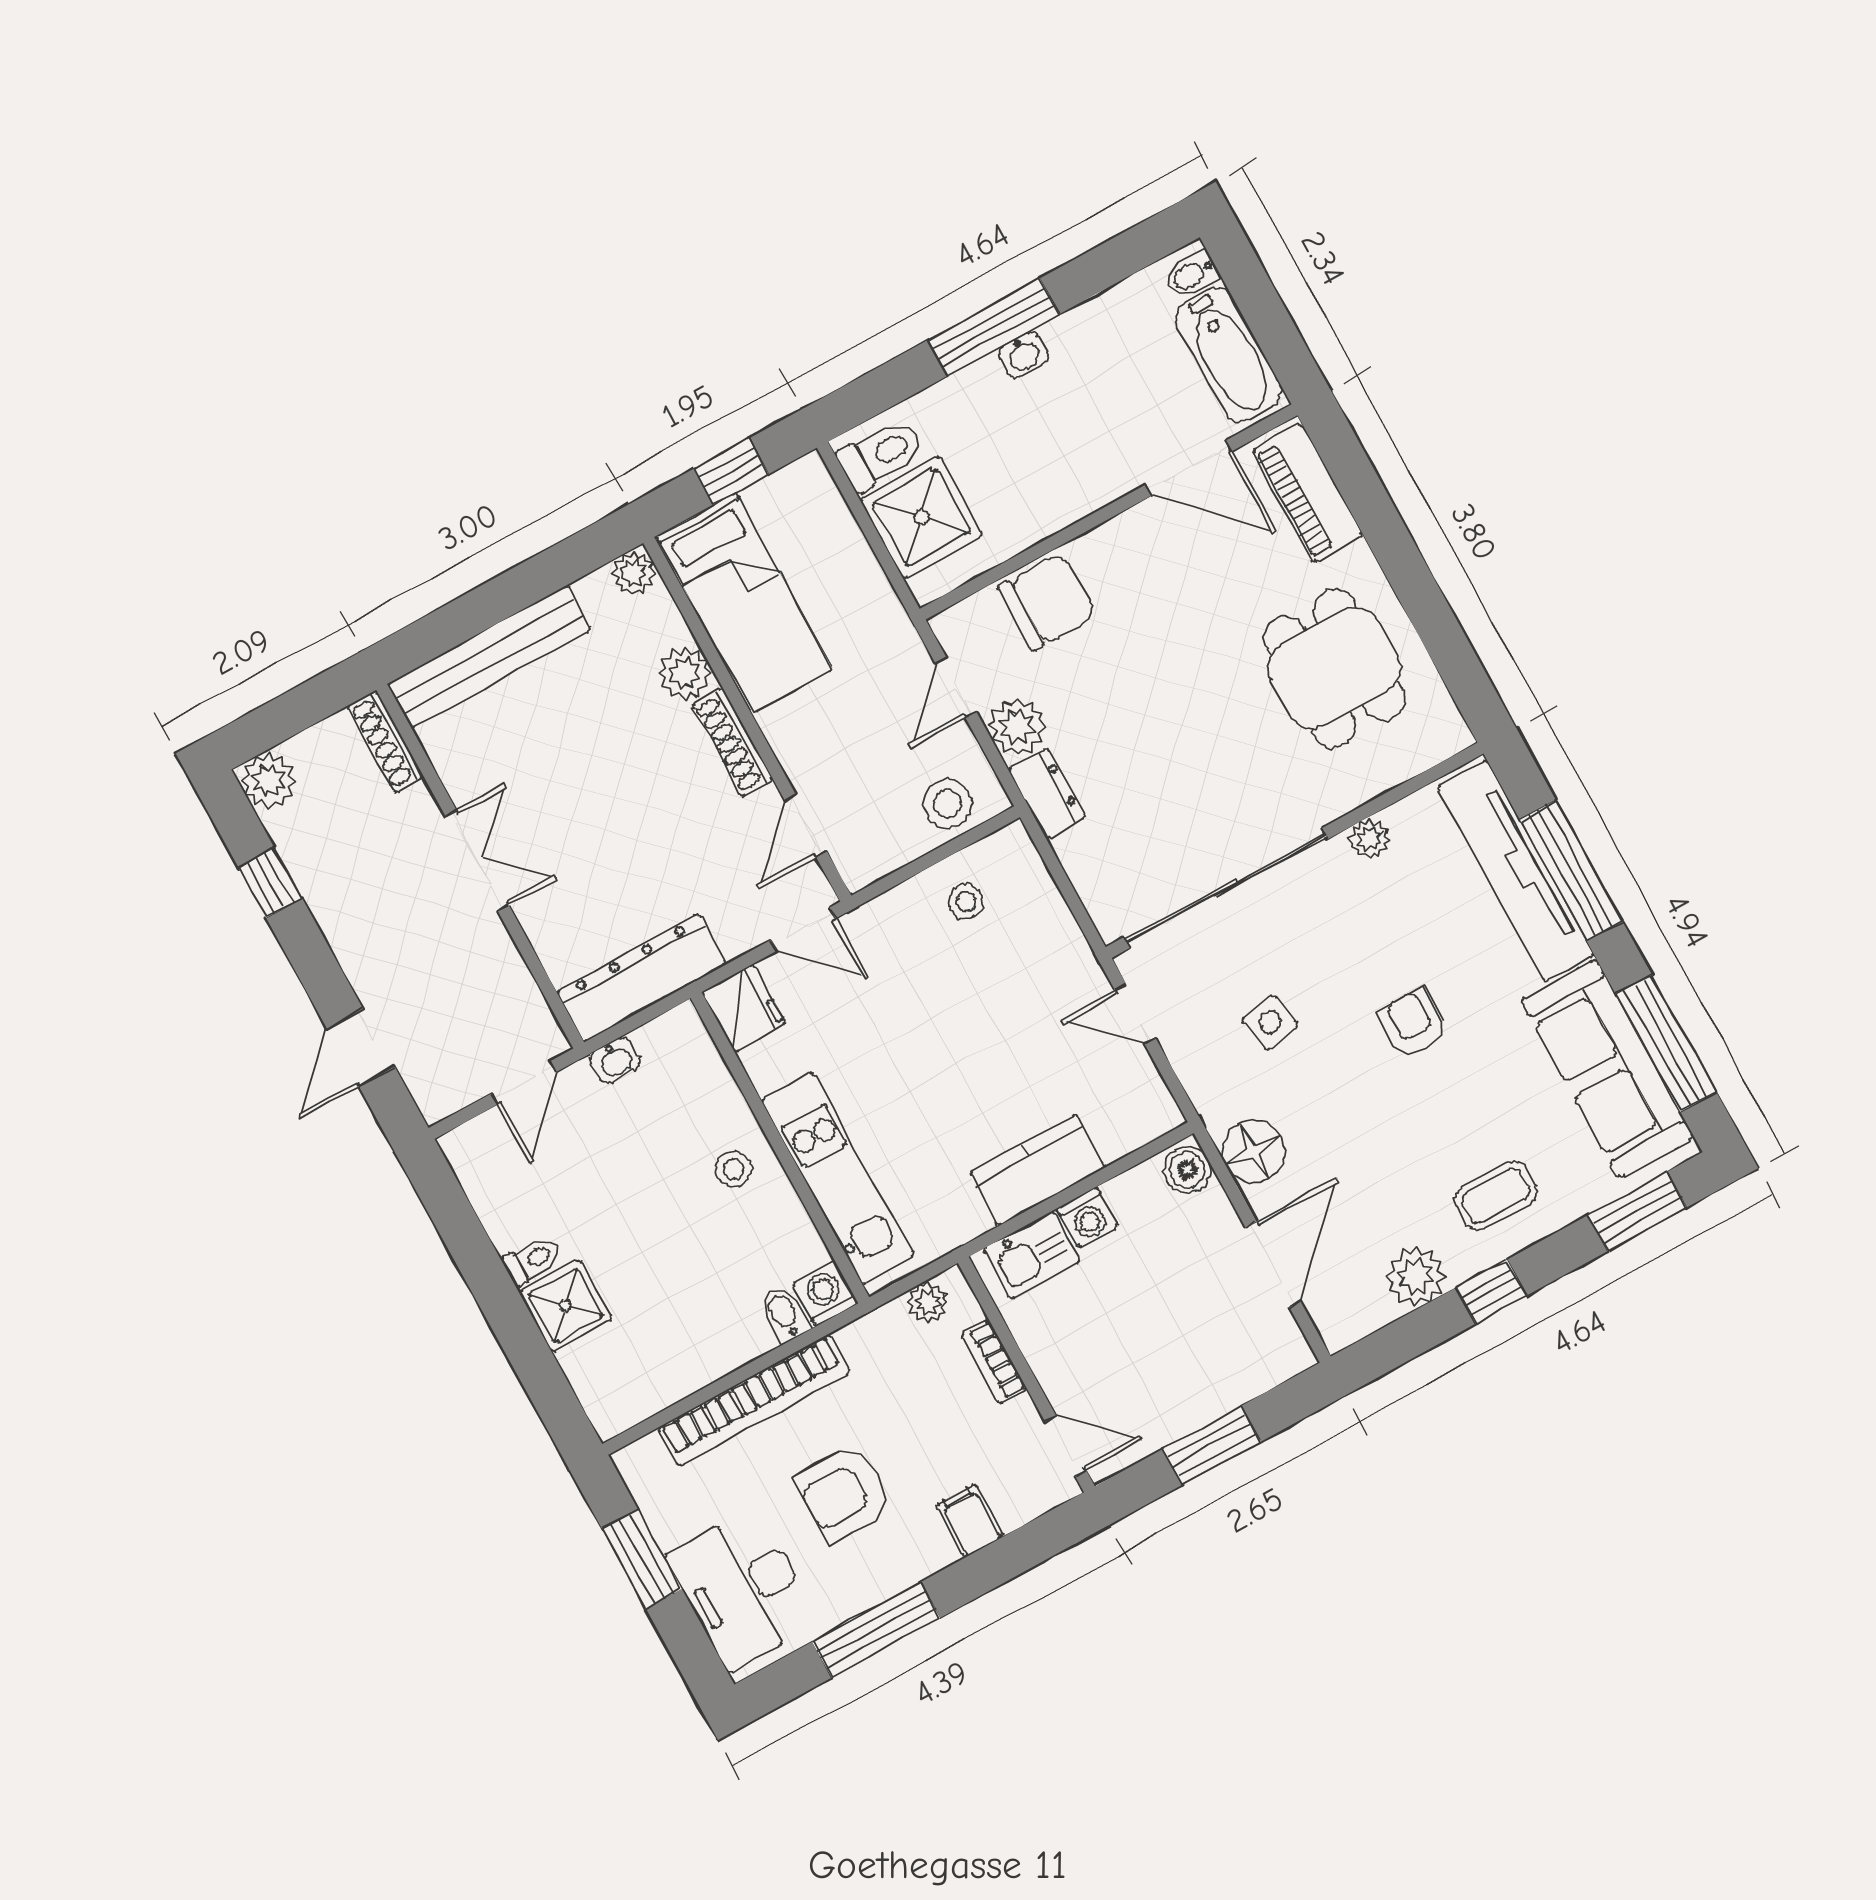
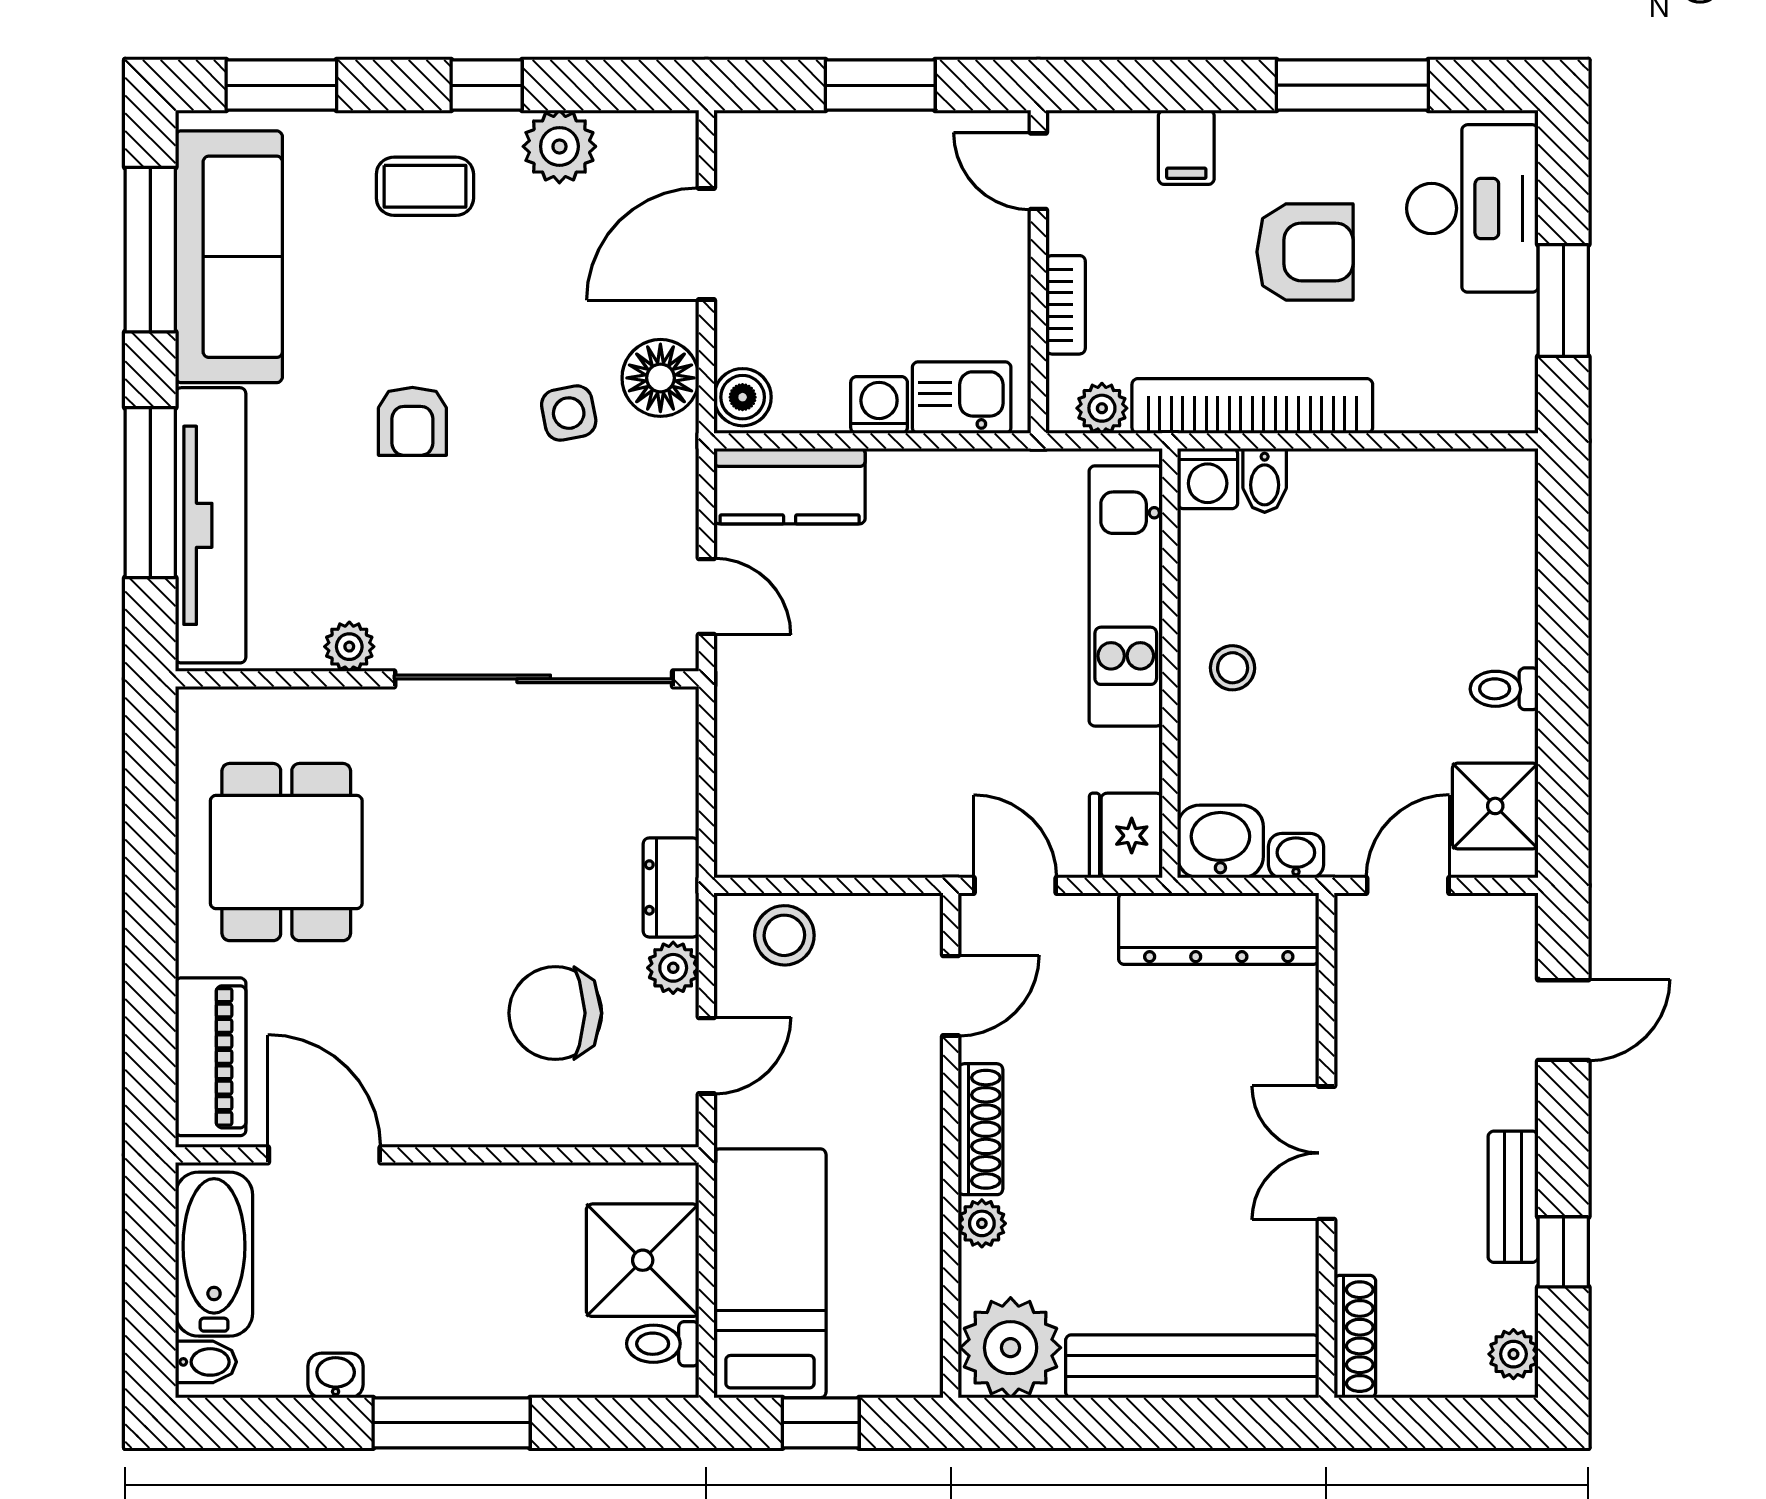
washbasin: (1023, 355) -> (336, 1375), moved
toilet: (881, 455) -> (663, 1344), width x0.73, depth x0.72
plant: (633, 573) -> (1011, 1348), width x1.88, depth x1.88
chair: (1047, 602) -> (555, 1013), moved
bed: (744, 603) -> (770, 1273), moved
plant: (685, 673) -> (982, 1223), width x0.73, depth x0.73
plant: (1017, 726) -> (673, 968), width x0.73, depth x0.73
plant: (269, 781) -> (1513, 1354), width x0.73, depth x0.73
stool: (966, 901) -> (823, 819), removed
bench: (327, 903) -> (1513, 1197), added
side table: (1270, 1023) -> (569, 413), moved
washbasin: (674, 1041) -> (1220, 842), added
kitchen counter: (1037, 1170) -> (790, 486), moved
shower: (566, 1306) -> (1495, 806), moved
bookcase: (754, 1400) -> (1252, 406), moved

